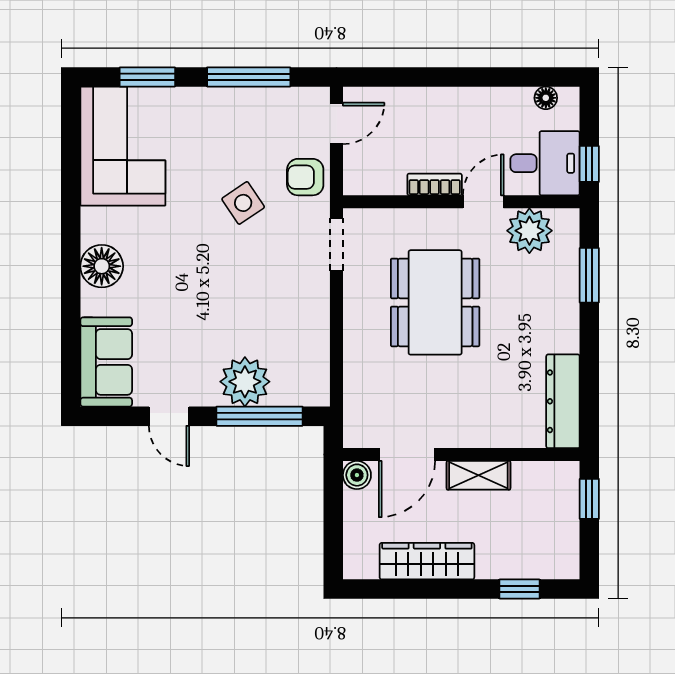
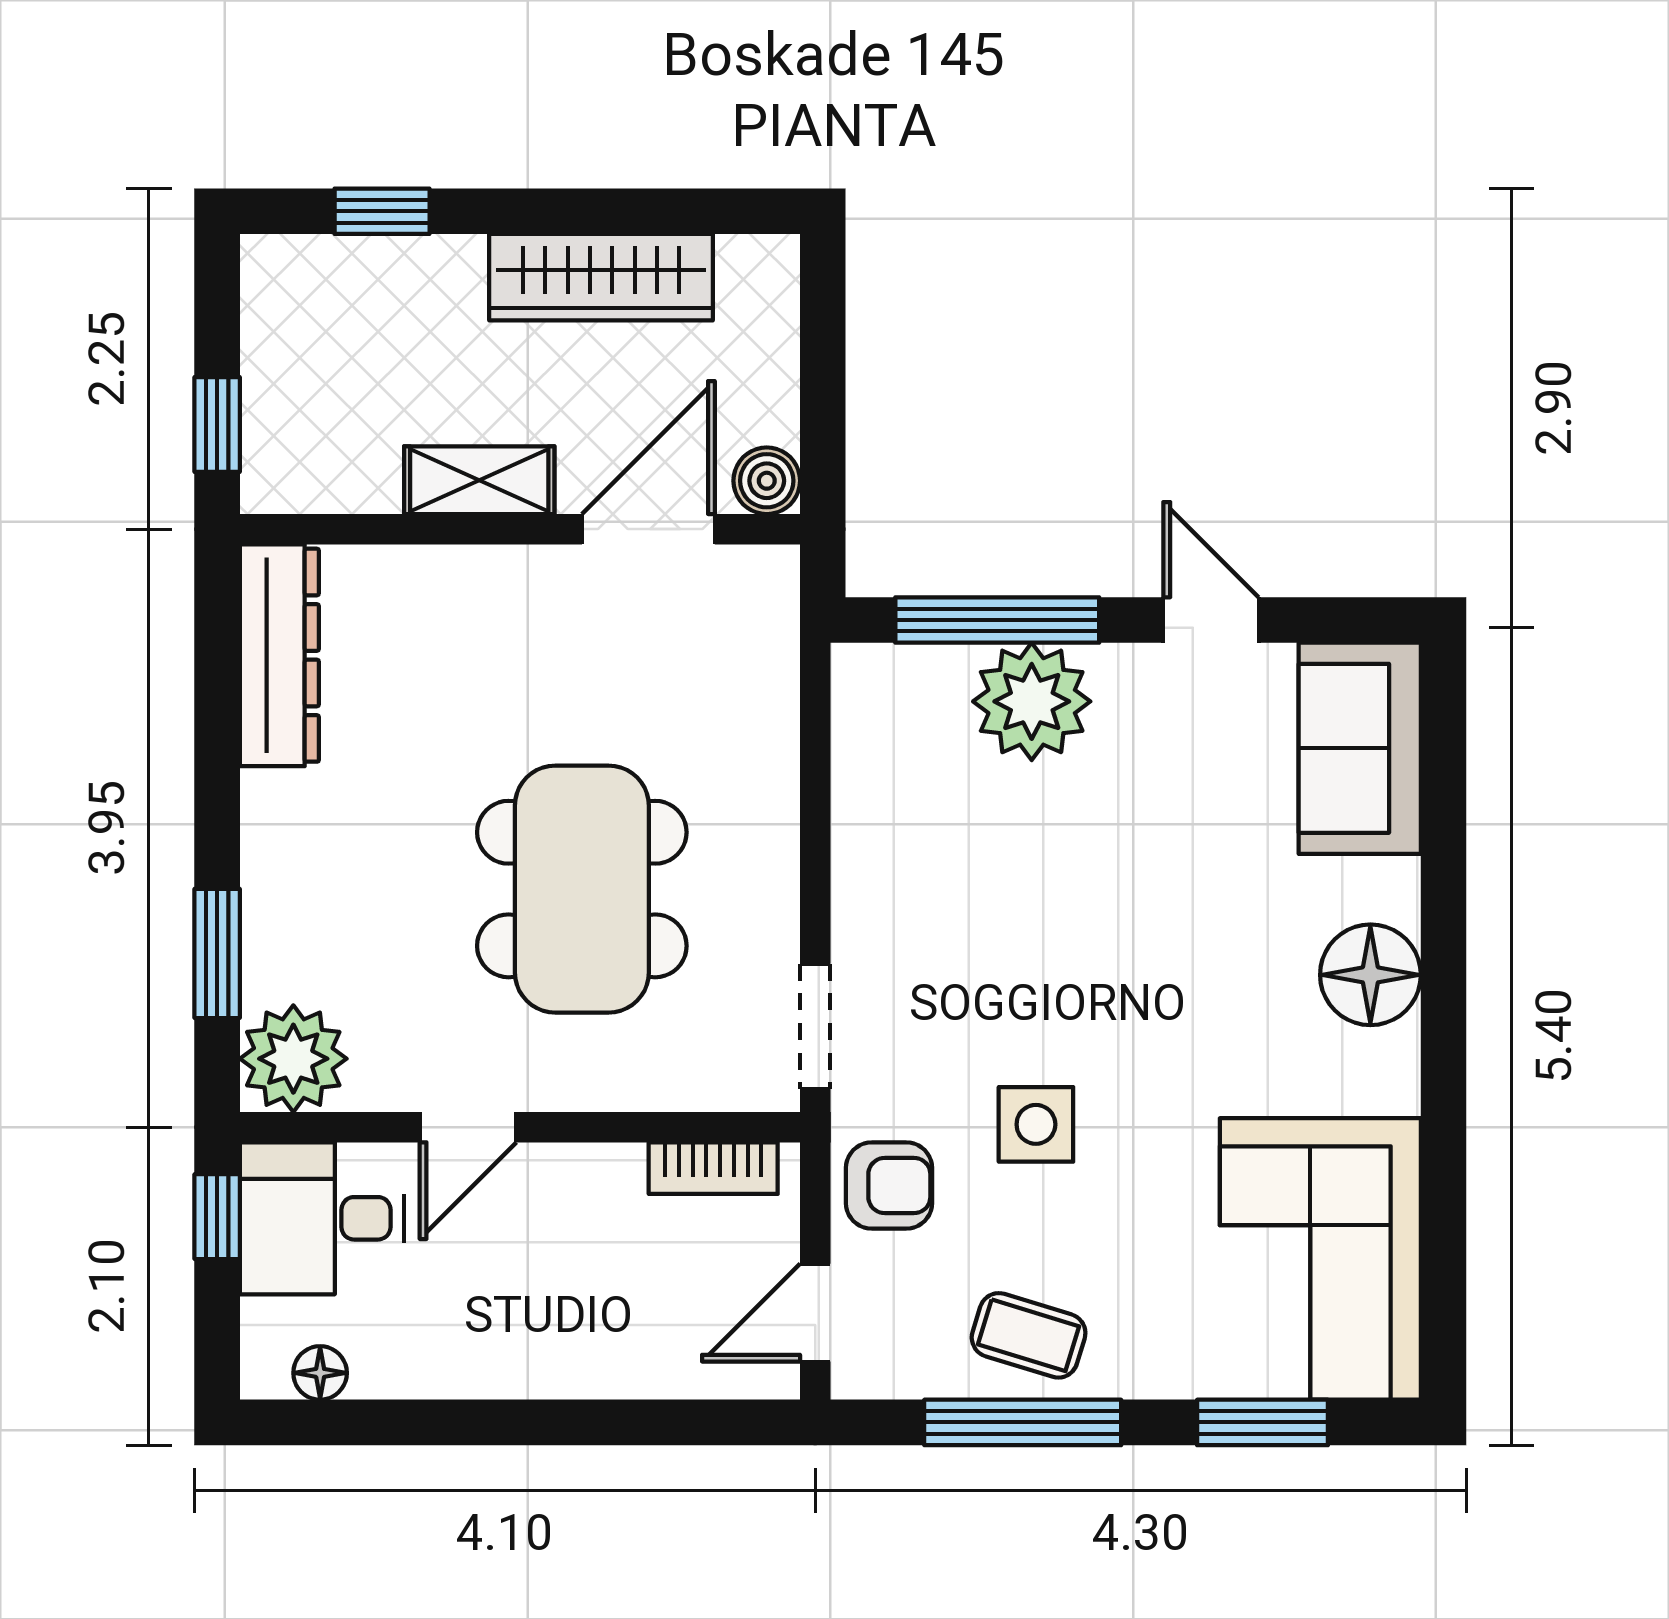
coffee table: (246, 114) -> (1029, 1335), added
bookcase: (435, 184) -> (713, 1168), moved
side table: (243, 203) -> (1036, 1124), turned 34
plant: (529, 231) -> (293, 1059), moved

